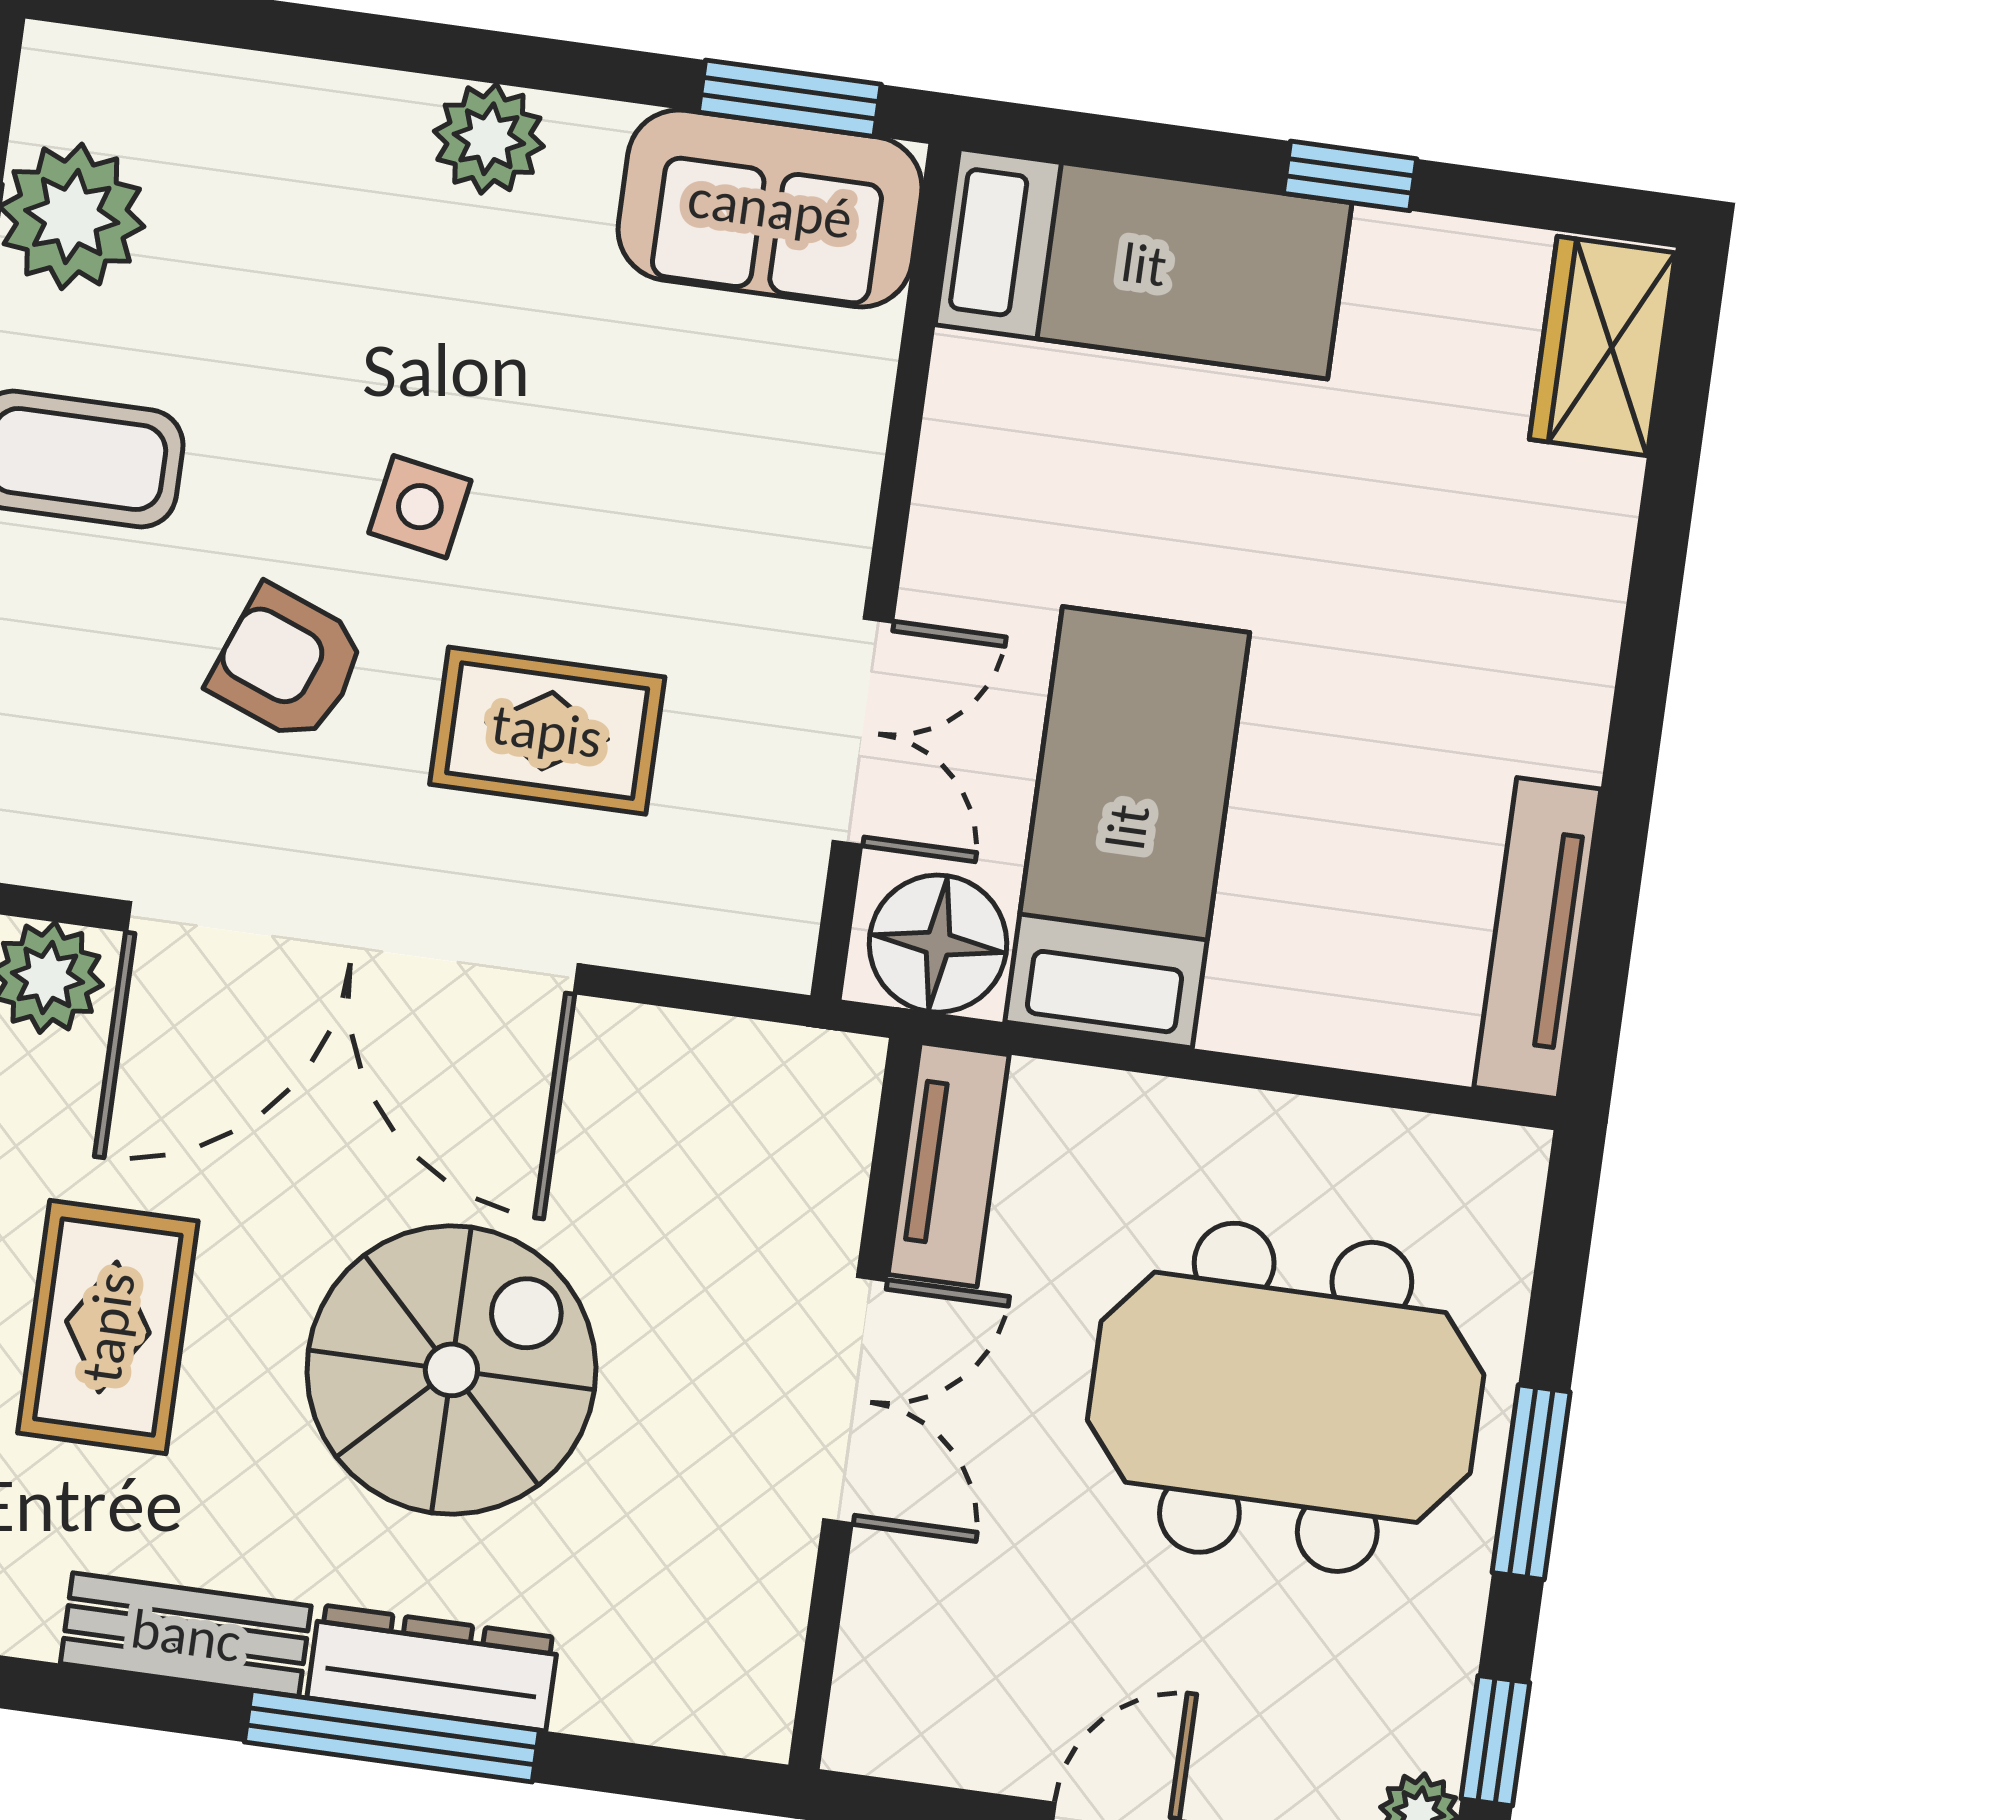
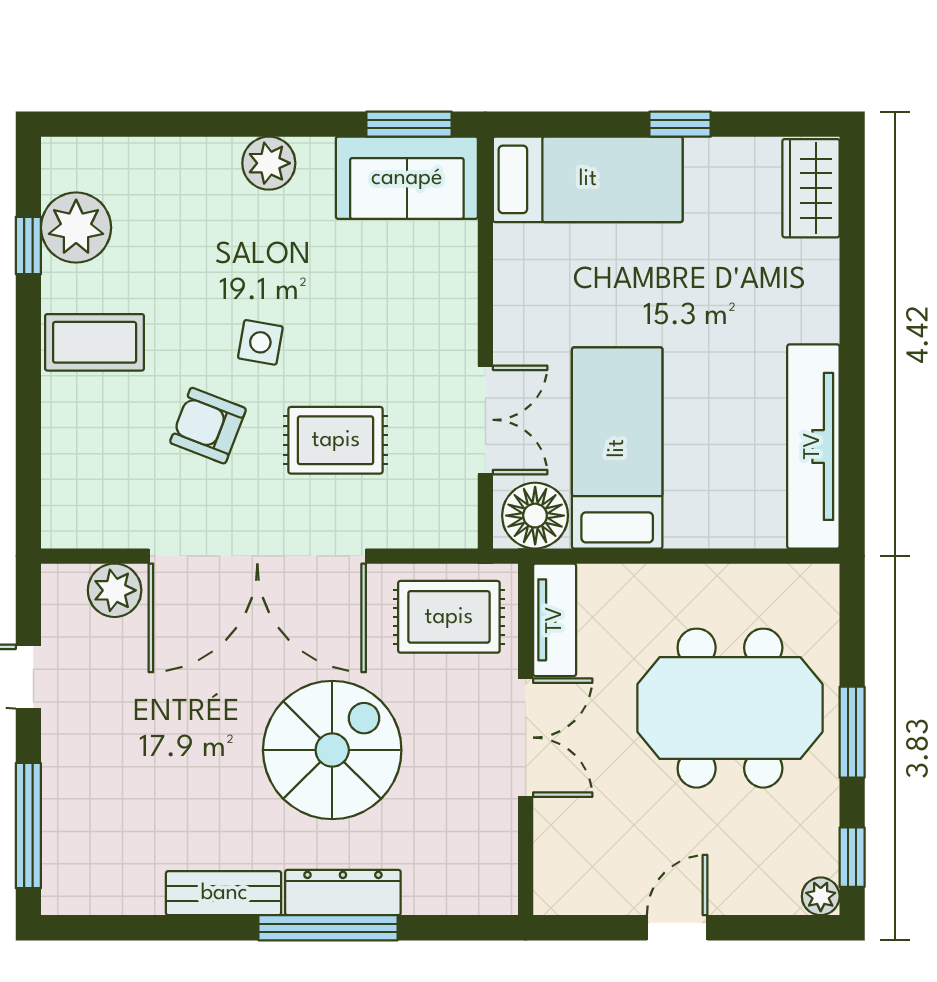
tv unit: (1537, 938) -> (813, 446), width x1.36, depth x1.29
rug: (108, 1327) -> (449, 617), moved, turned 90

